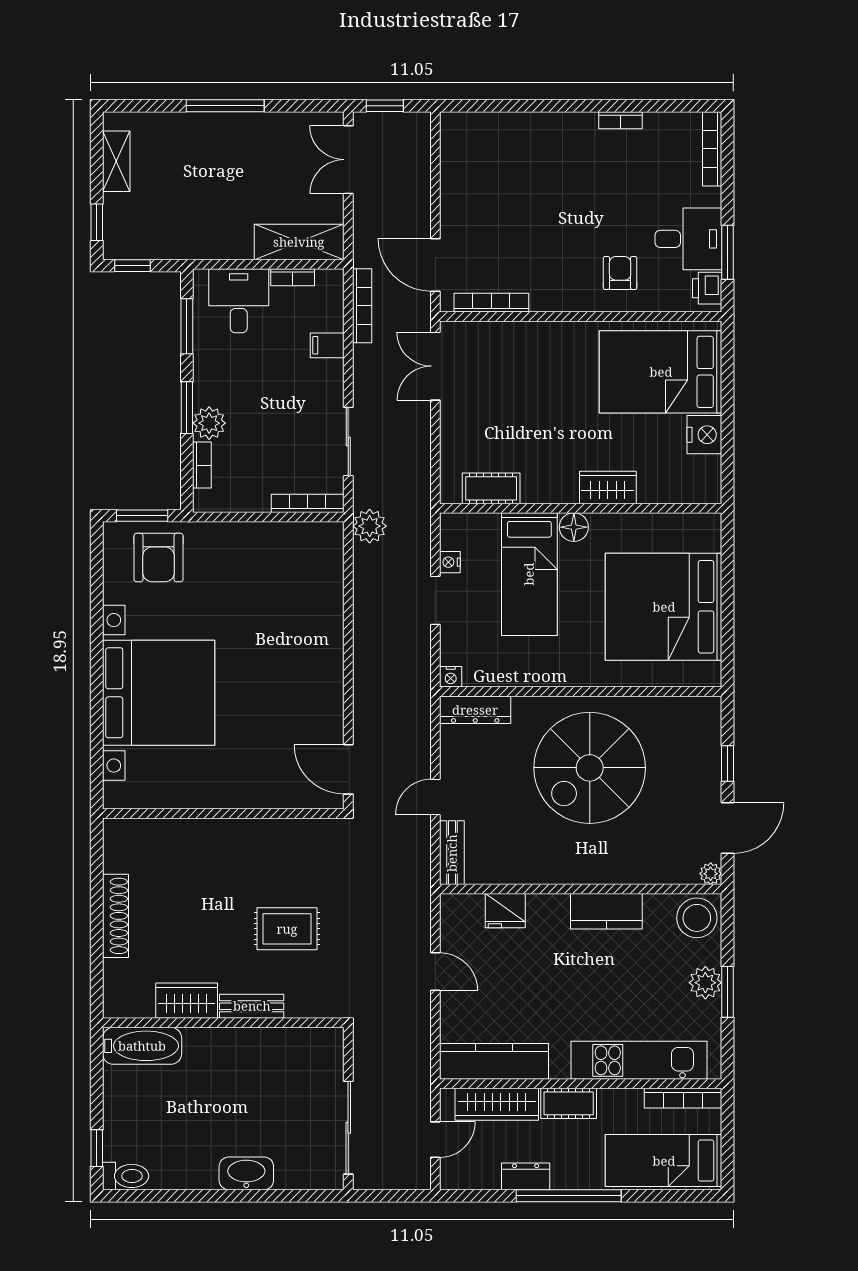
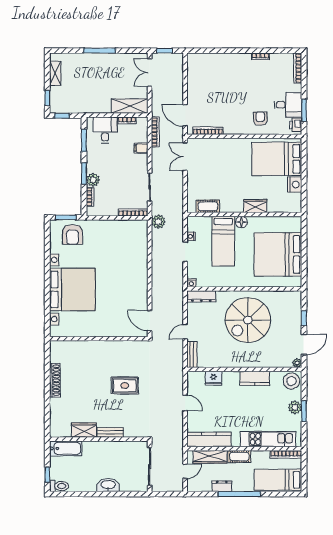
wardrobe: (187, 1001) -> (84, 430), moved
bench: (252, 1006) -> (110, 432), moved
wall: (223, 1023) -> (99, 439), moved
bathtub: (142, 1046) -> (66, 448), moved

